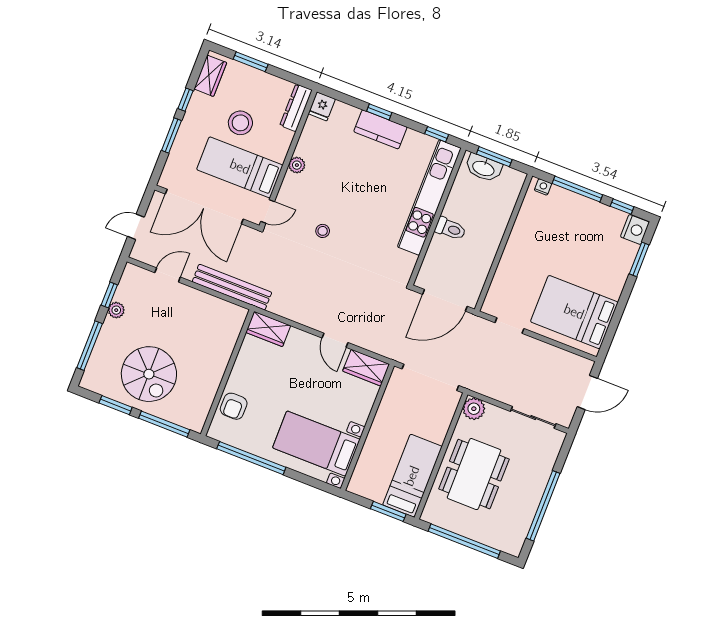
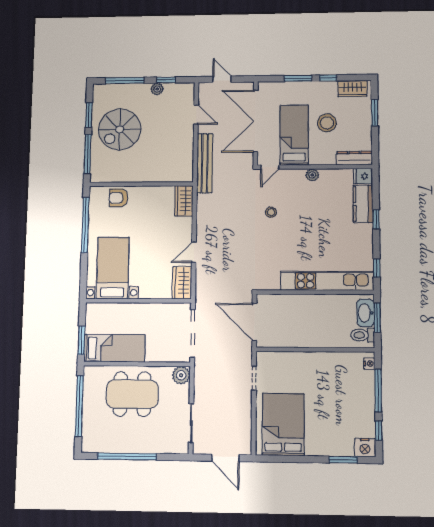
kitchen counter: (380, 129) -> (363, 204), moved
door: (268, 211) -> (270, 167), hinge flipped
toilet: (450, 229) -> (363, 335), moved, turned 90

